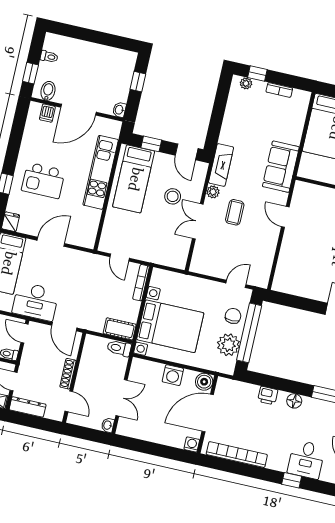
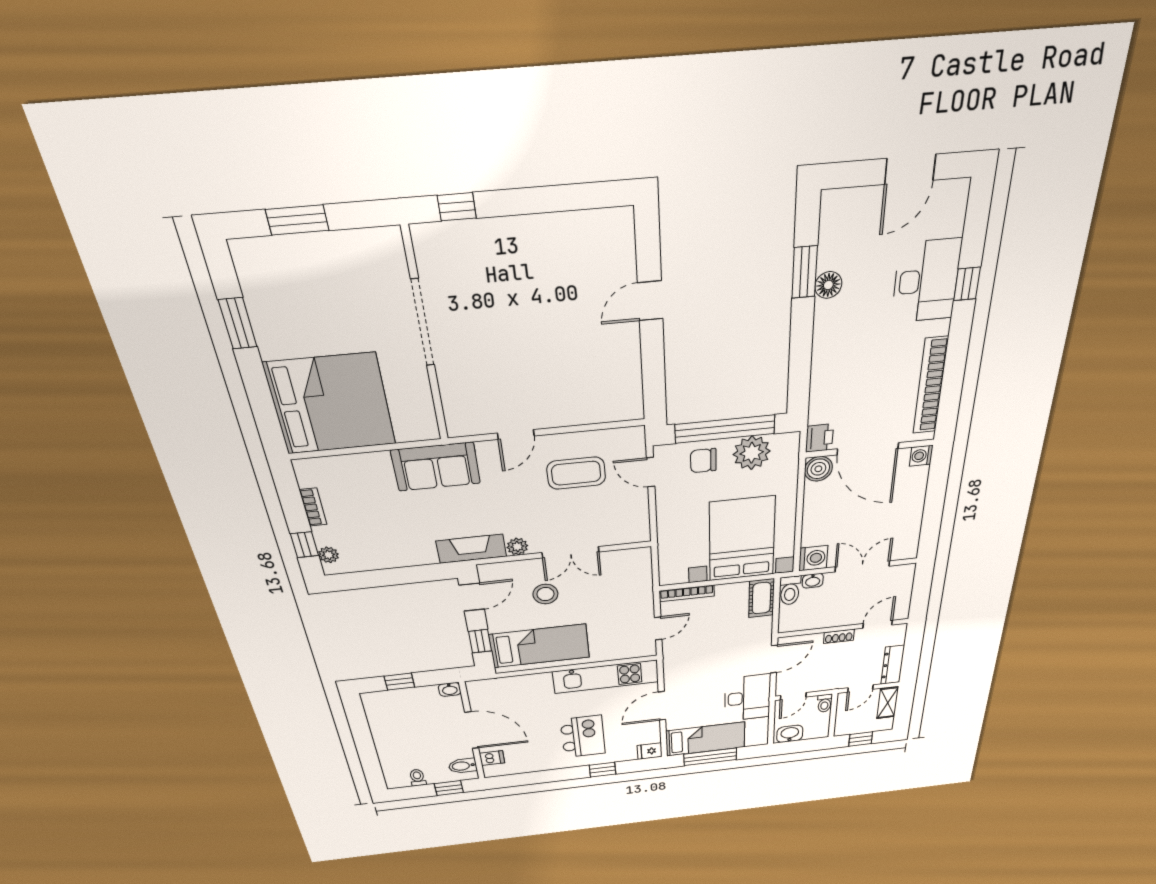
kitchen unit: (101, 172) -> (606, 677), moved
coffee table: (235, 212) -> (576, 473), moved, width x1.36, depth x1.30
door: (51, 242) -> (662, 706), hinge flipped
shoe rack: (68, 374) -> (839, 636), width x0.70
washing machine: (173, 375) -> (813, 558), moved
printer: (268, 396) -> (819, 438), moved
floor lamp: (294, 401) -> (828, 285), moved
washbasin: (108, 425) -> (813, 581), moved
desk: (306, 459) -> (926, 281), width x1.37

